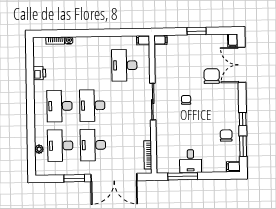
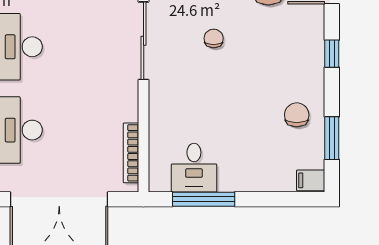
window: (243, 119) -> (332, 54), moved
desk: (191, 161) -> (194, 168), moved

